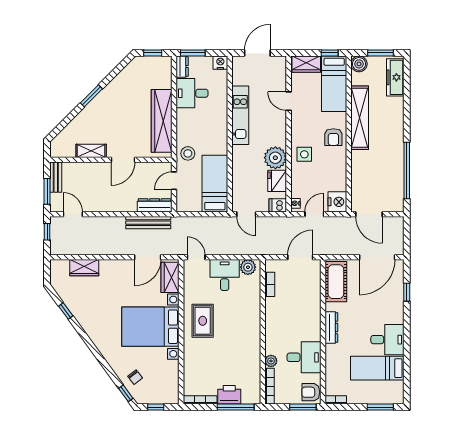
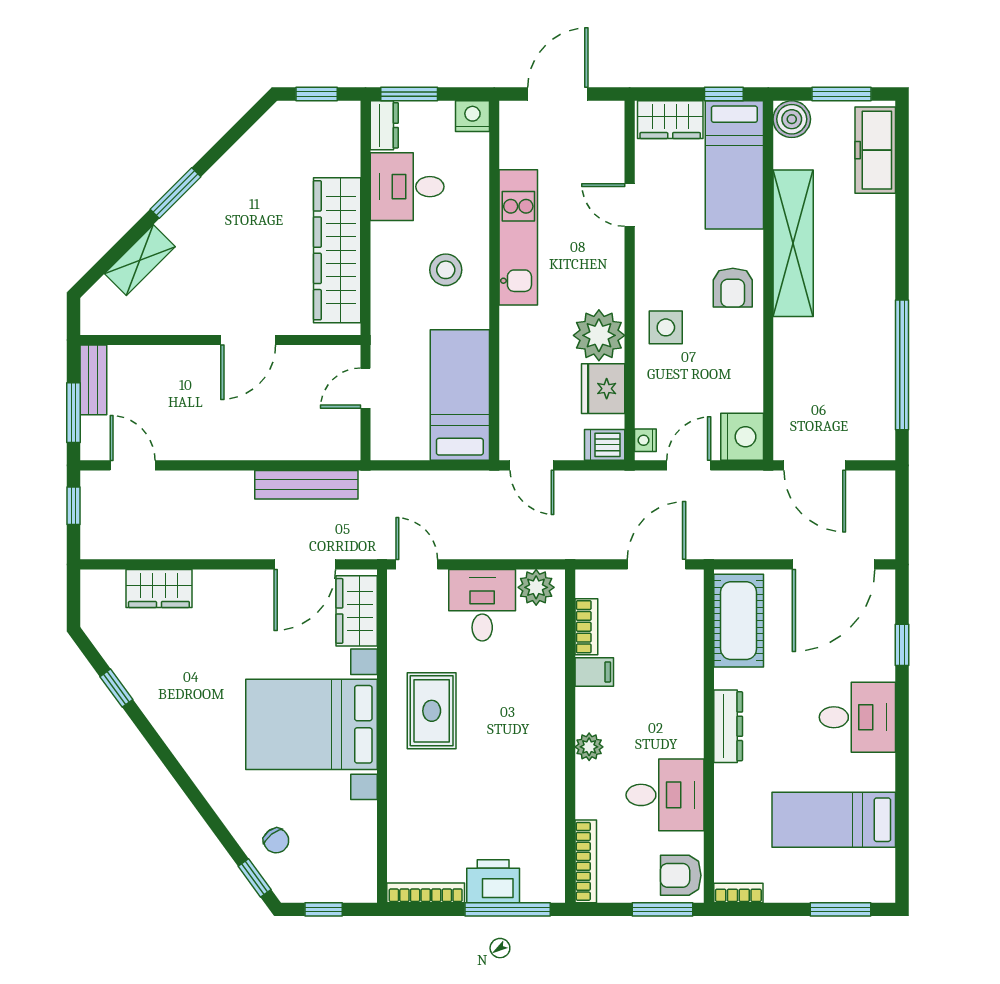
shelving: (91, 151) -> (140, 260), moved, turned -45
stool: (188, 153) -> (446, 270), moved
dresser: (155, 205) -> (321, 445), removed
filing cabinet: (273, 304) -> (594, 672), added
desk: (387, 340) -> (857, 717), moved
plant: (271, 361) -> (589, 747), moved

